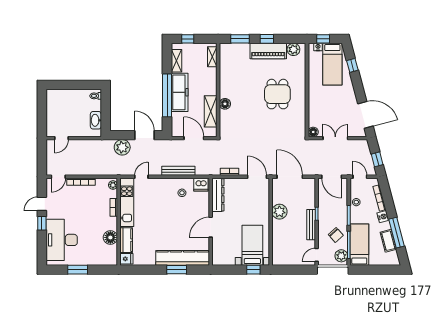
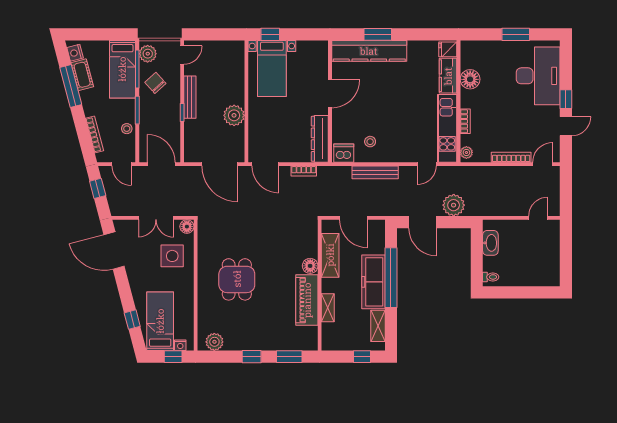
piano: (268, 51) -> (307, 300), moved, turned -90
shelving: (212, 57) -> (328, 308), moved
side table: (324, 111) -> (172, 256), added
nightstand: (383, 217) -> (75, 53), moved

